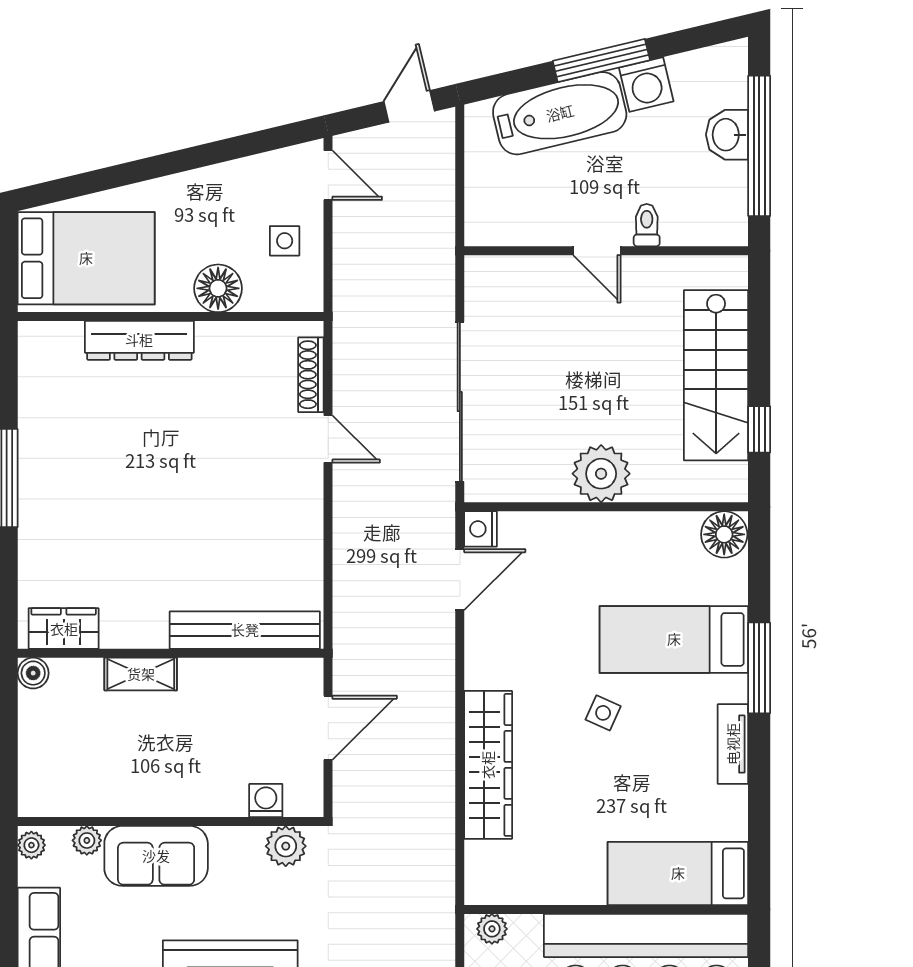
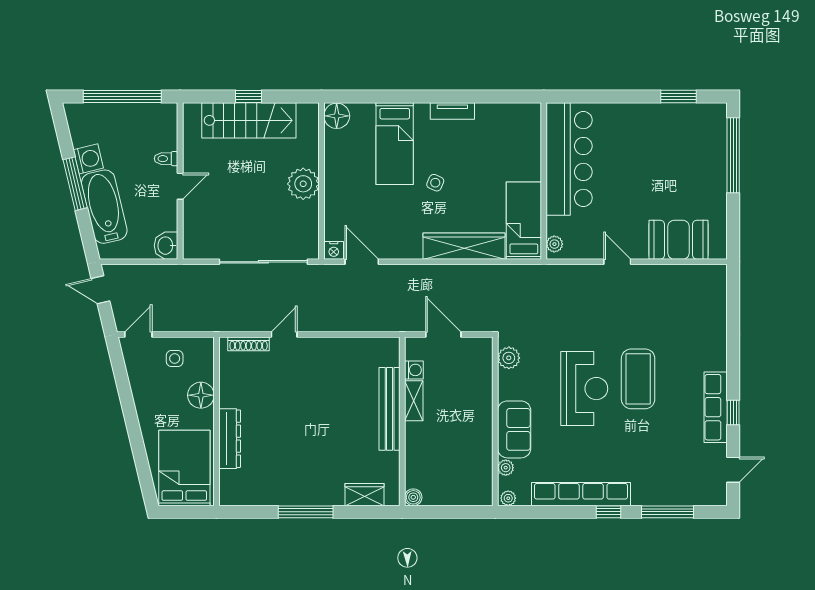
washbasin: (727, 135) -> (166, 246), moved, turned 90
window: (759, 429) -> (248, 97), moved
wardrobe: (64, 629) -> (364, 495), moved, turned 90
bench: (245, 630) -> (390, 409), moved
window: (759, 668) -> (410, 97), removed
shelving: (141, 674) -> (414, 401), moved
washing machine: (266, 801) -> (414, 370), moved, turned 180
bed: (678, 873) -> (524, 221), moved, turned 180

